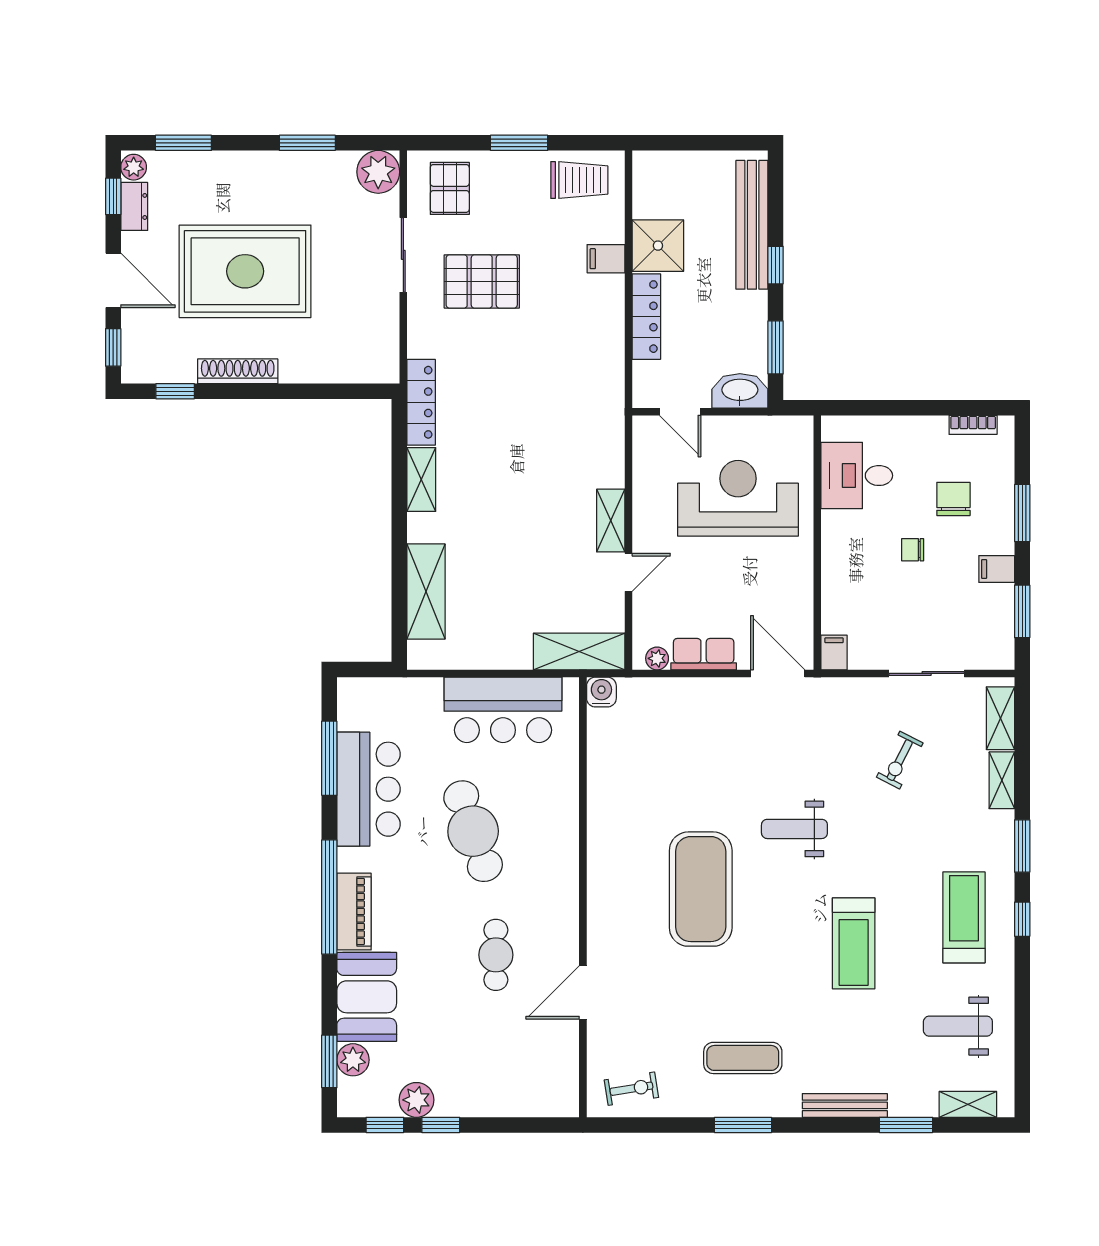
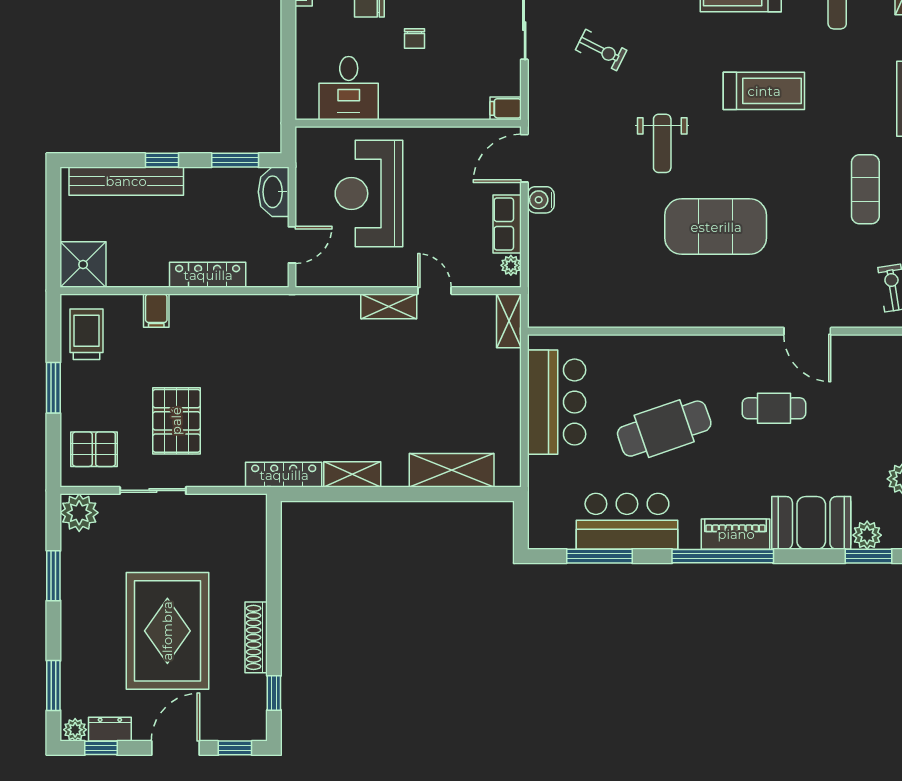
shower: (658, 246) -> (83, 265), moved
shelving: (579, 652) -> (509, 321), width x0.67, depth x0.75
water cooler: (601, 692) -> (541, 200), moved

